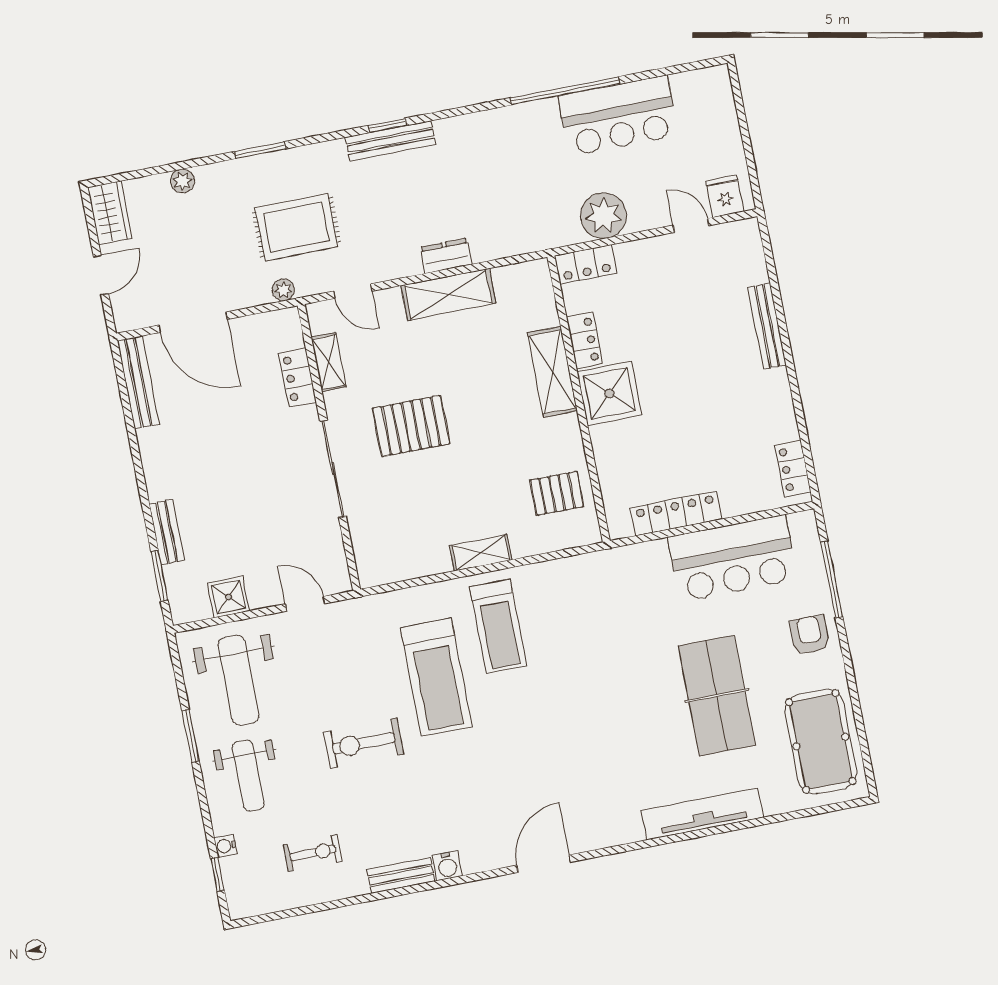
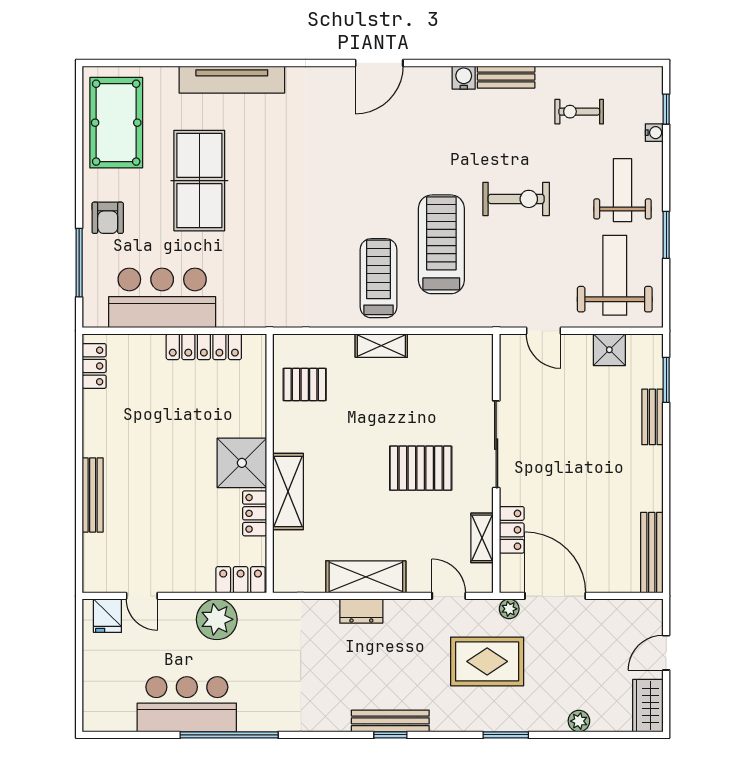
door: (193, 322) -> (555, 596), moved

